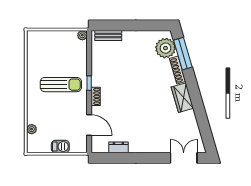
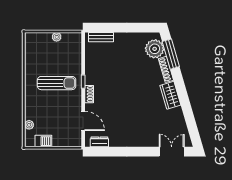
plant: (82, 35) -> (57, 37), moved
barbecue: (60, 146) -> (43, 141), moved
dresser: (118, 147) -> (99, 142), moved

